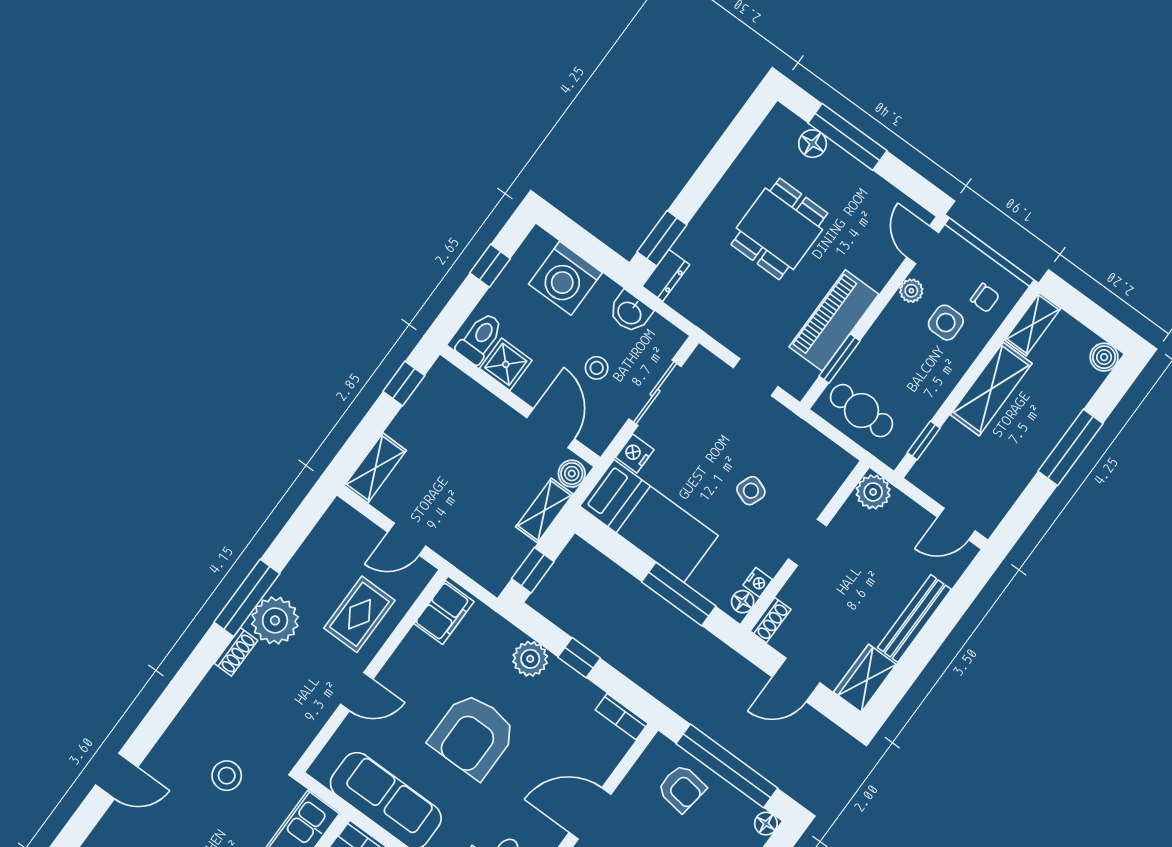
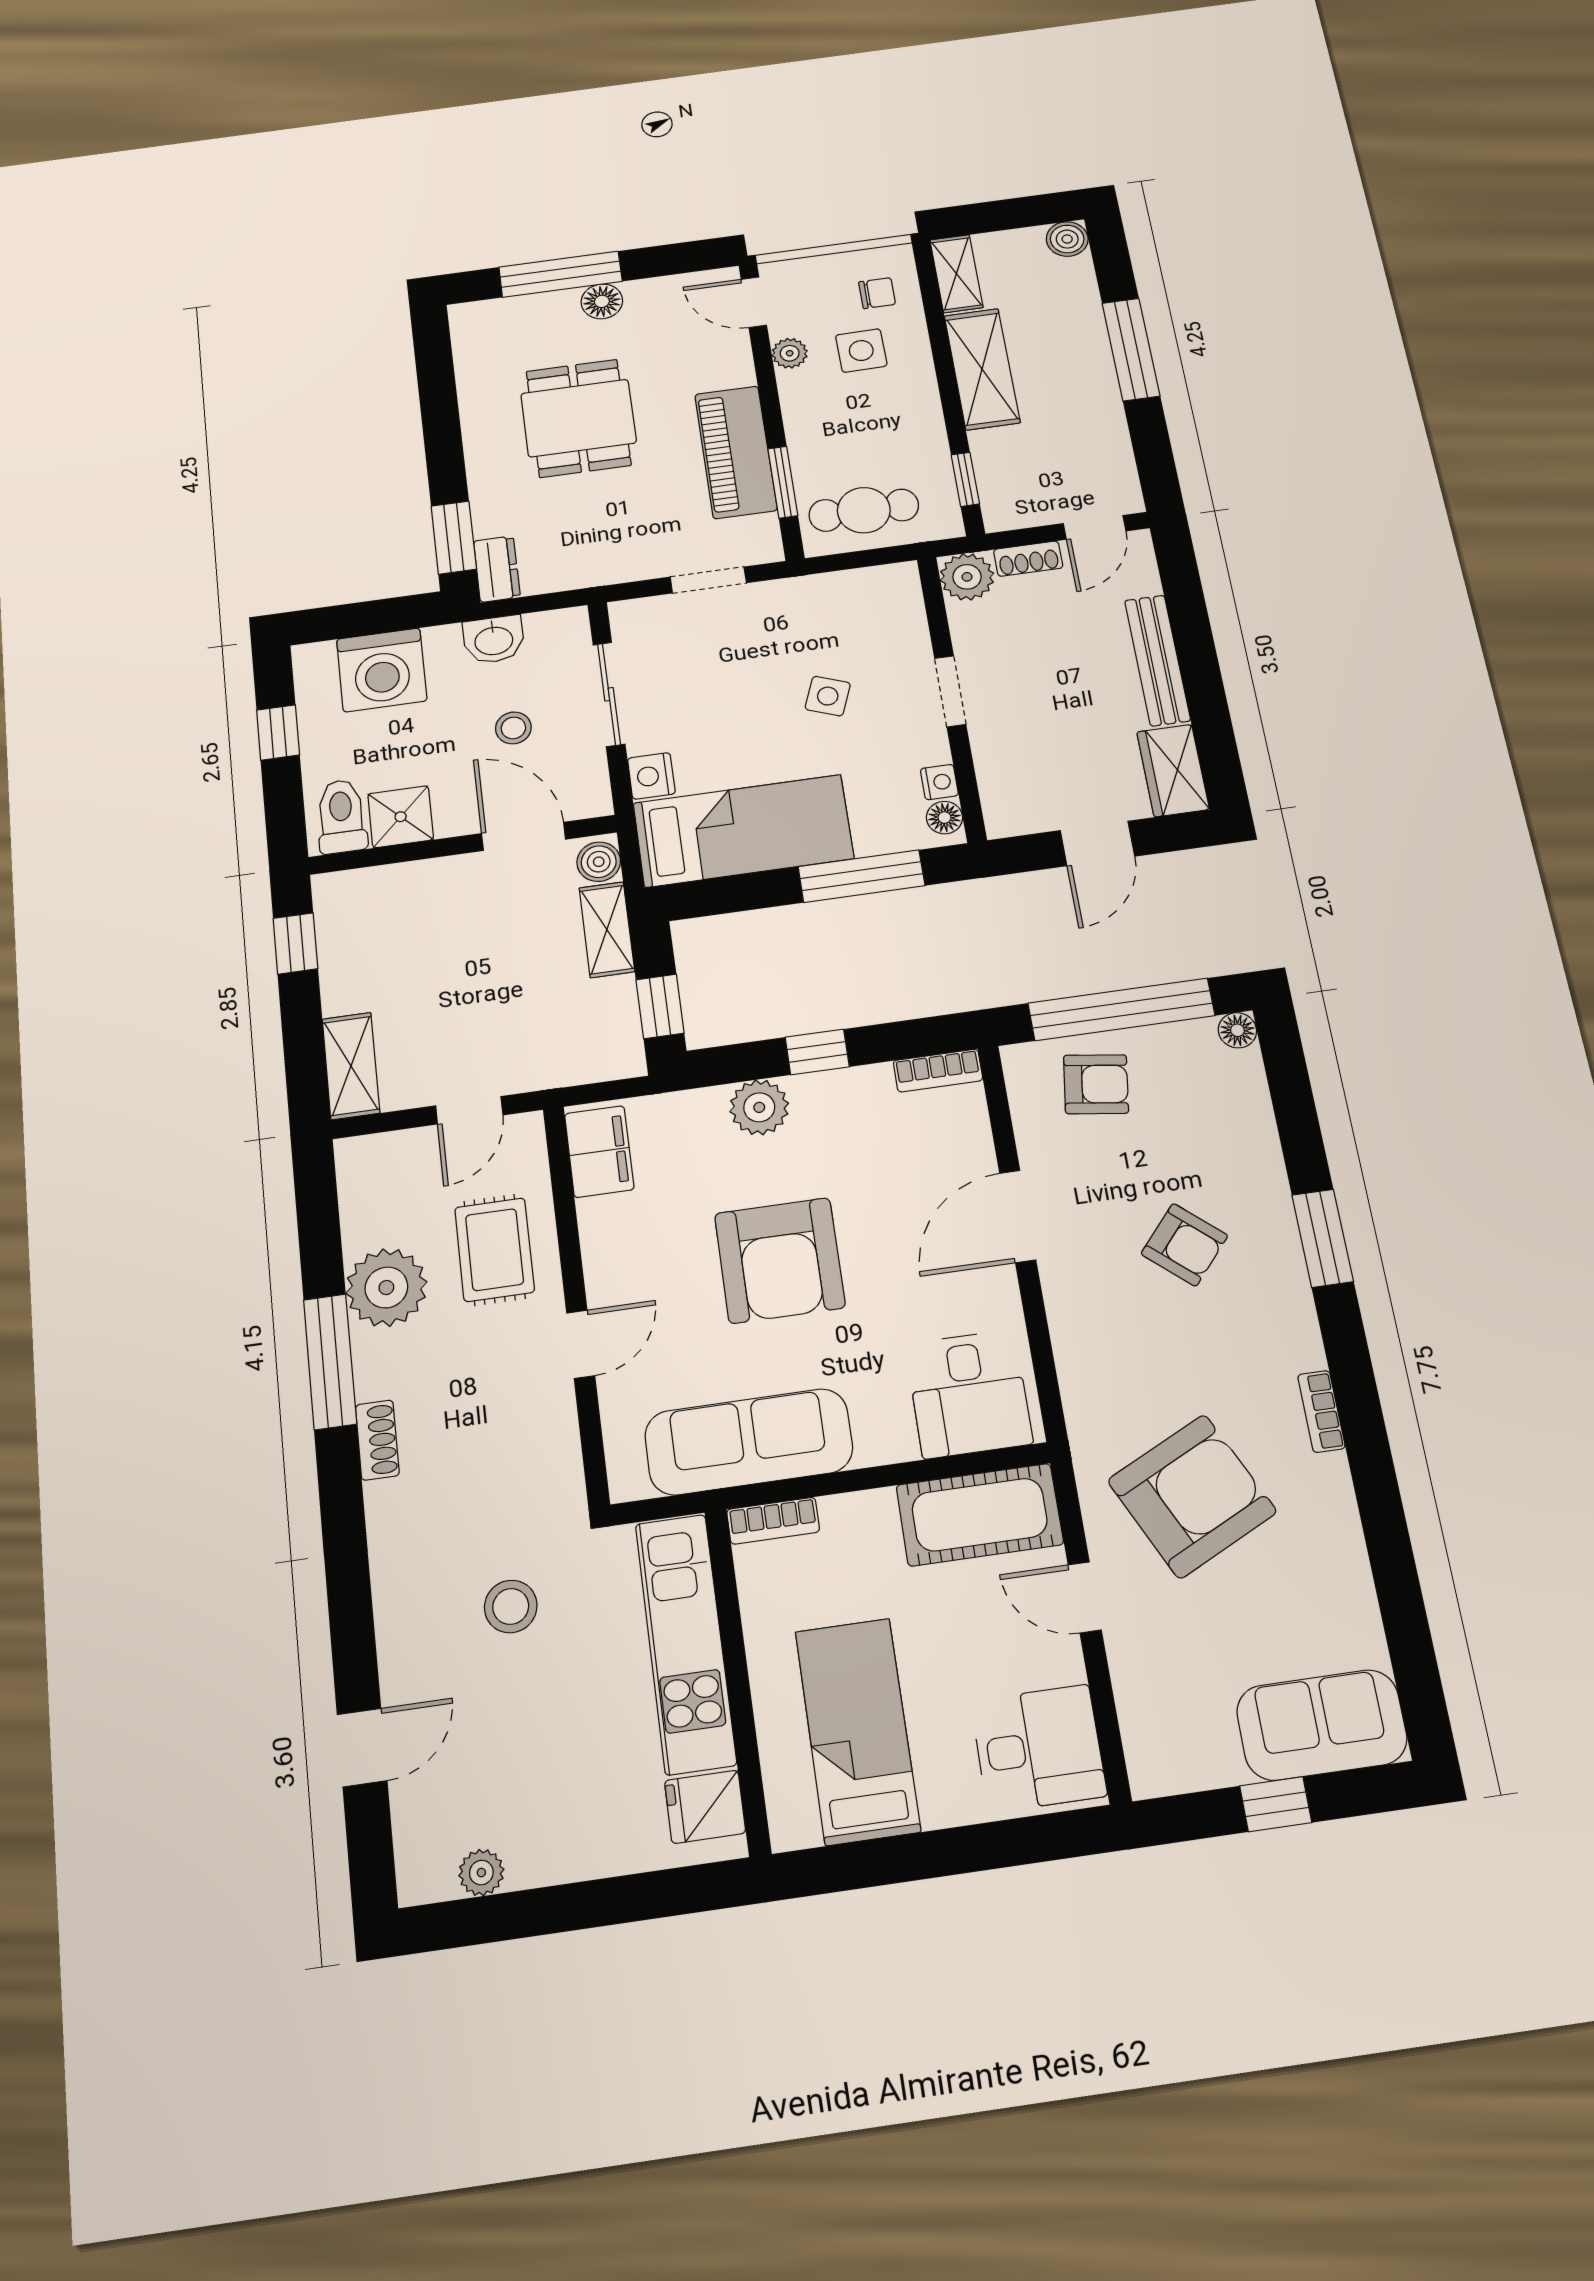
floor lamp: (813, 144) -> (602, 301), moved
plant: (275, 620) -> (386, 1288), moved
shoe rack: (771, 620) -> (1028, 559), moved, turned 90

